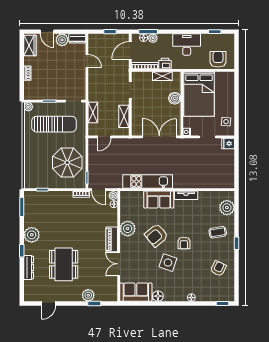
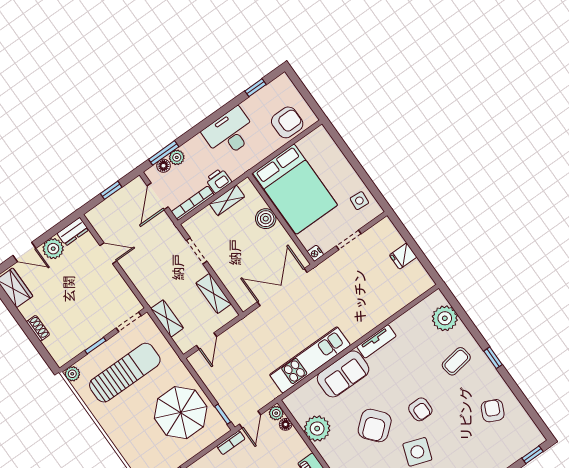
armchair: (218, 59) -> (287, 122), turned 90
fridge: (228, 144) -> (403, 256), moved
door: (98, 190) -> (250, 420), hinge flipped
plant: (128, 229) -> (317, 429), moved

